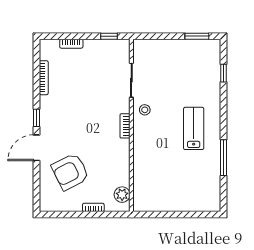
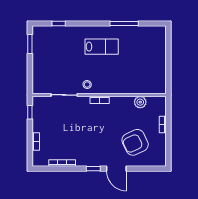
lab bench: (194, 128) -> (102, 47), turned 180
armchair: (70, 172) -> (135, 142), turned 92
plant: (122, 195) -> (140, 102), moved

